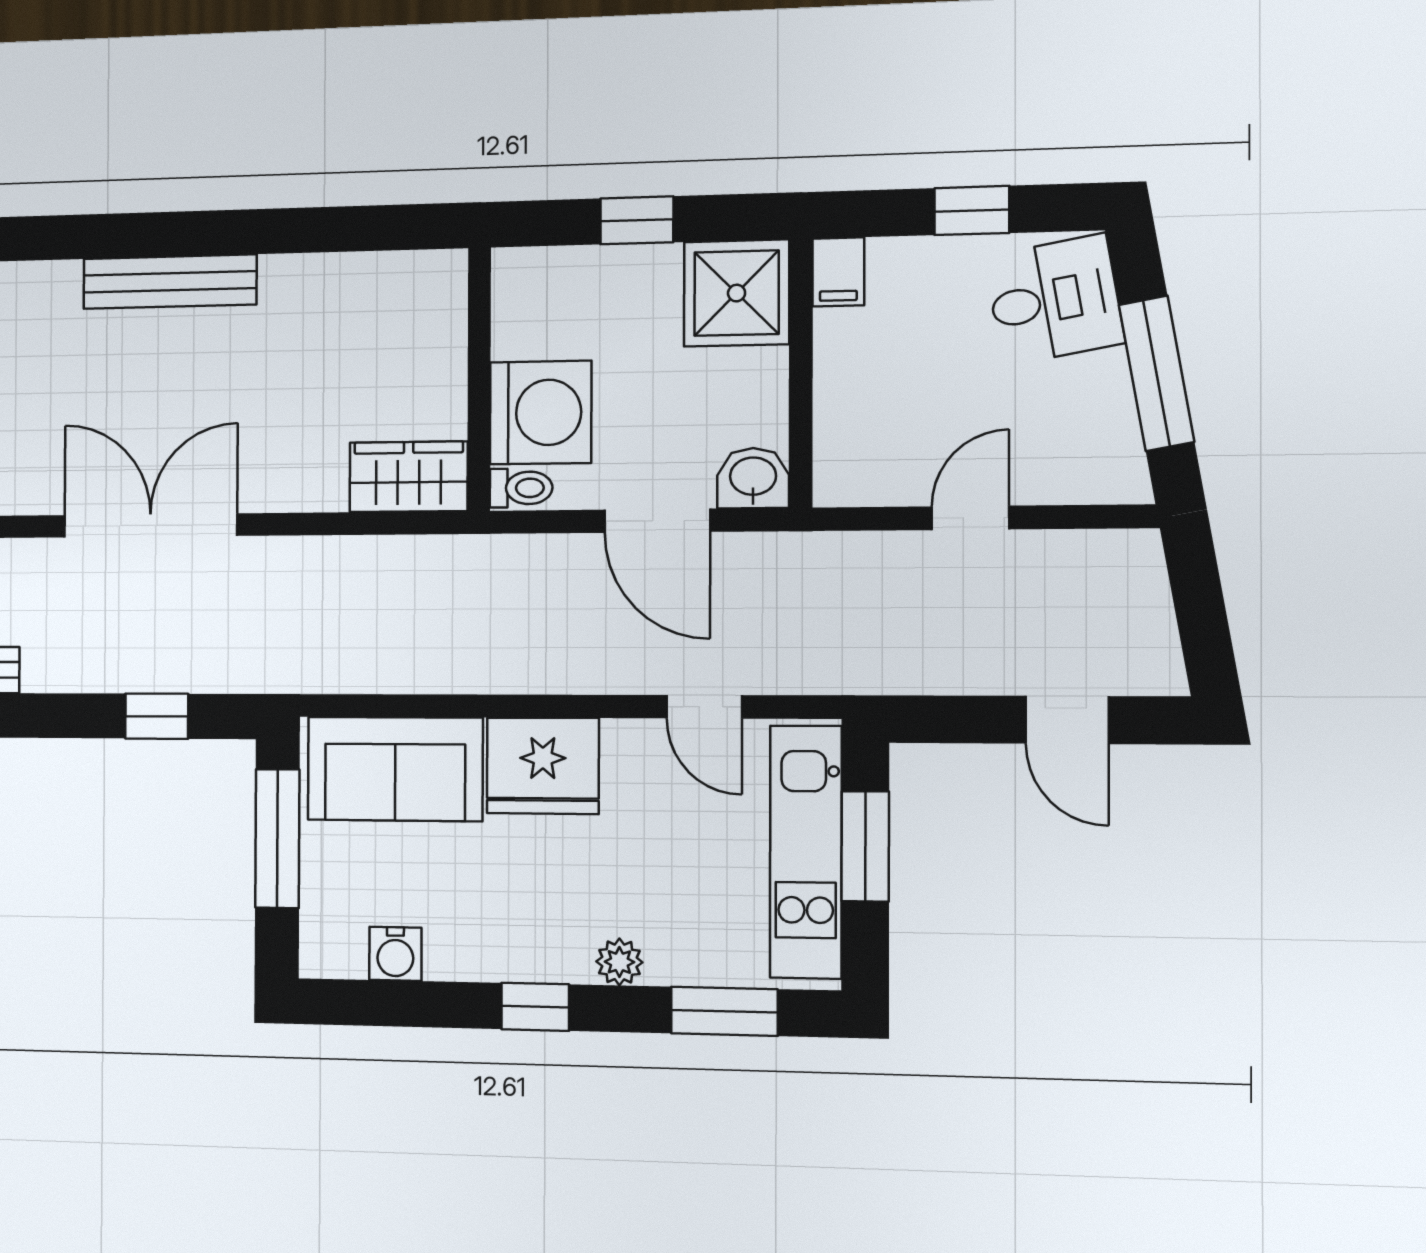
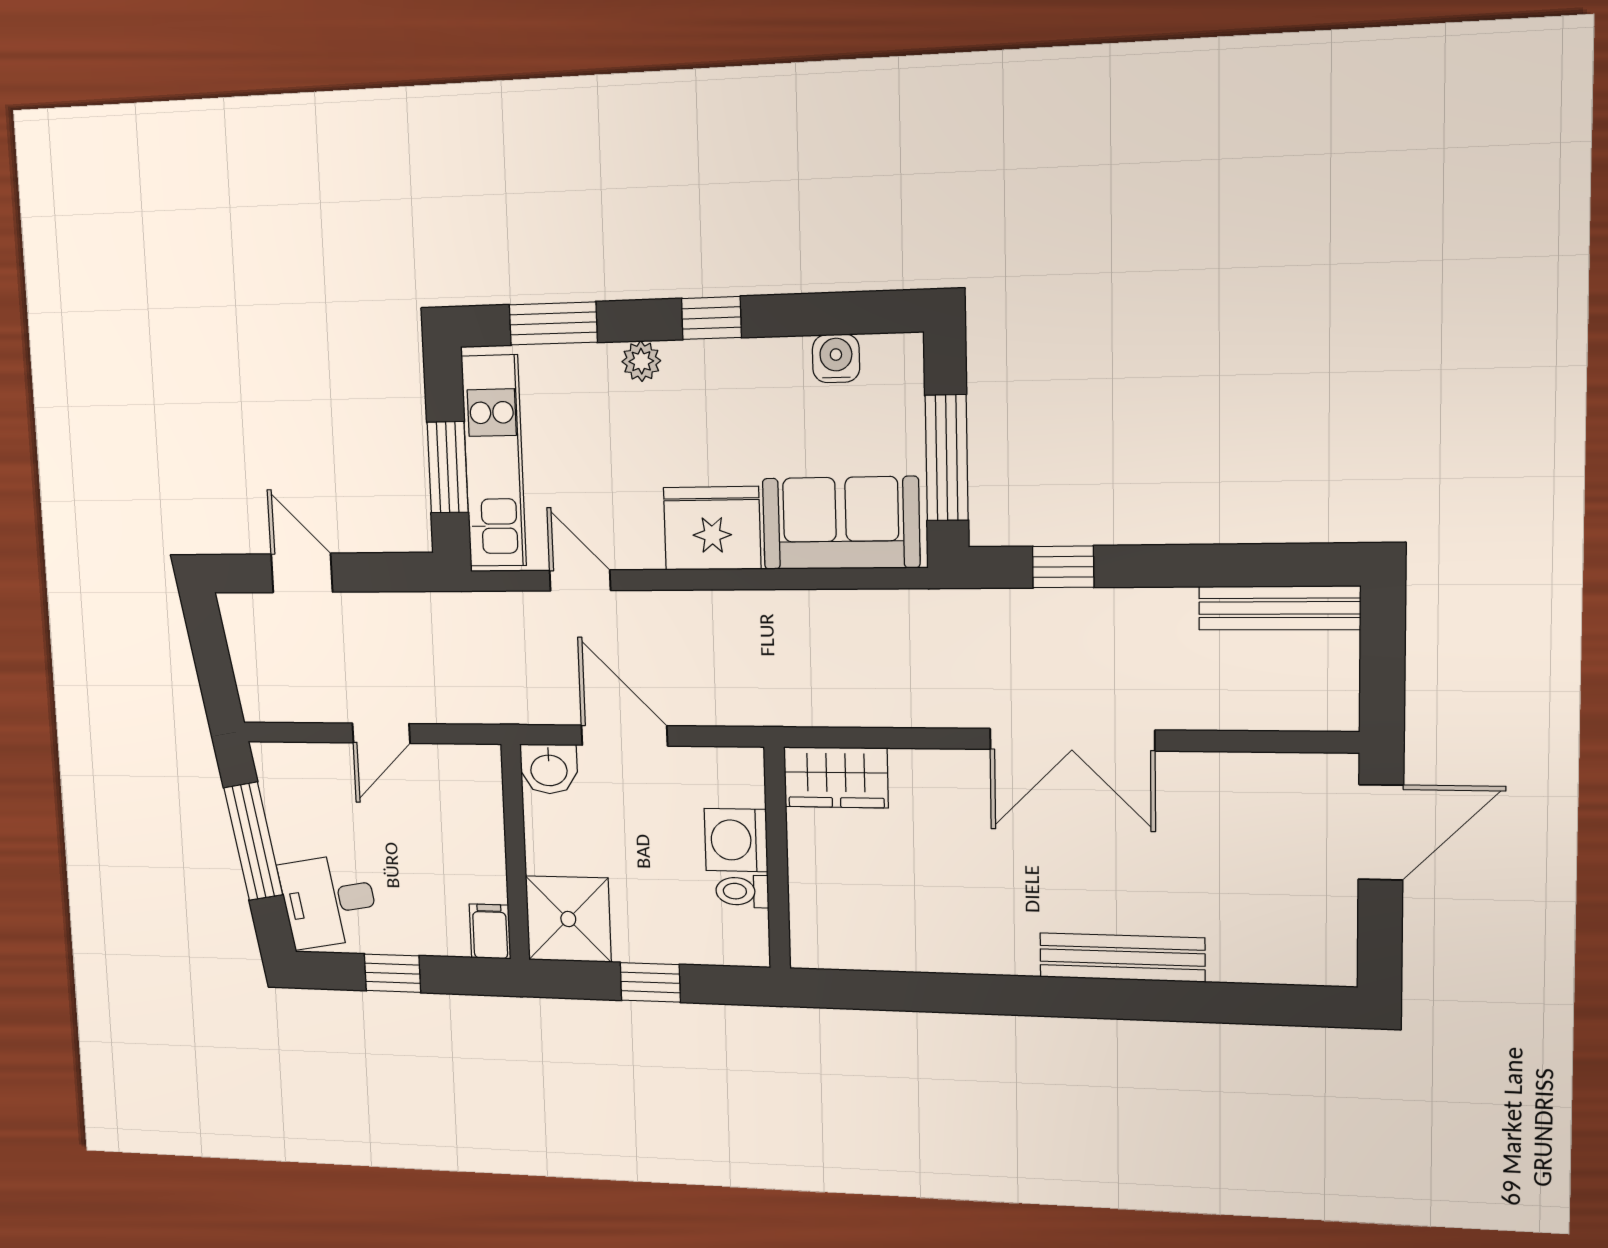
bench: (170, 282) -> (1122, 958), moved
washing machine: (541, 413) -> (736, 840), width x0.73, depth x0.73
toilet: (521, 488) -> (742, 891), moved

